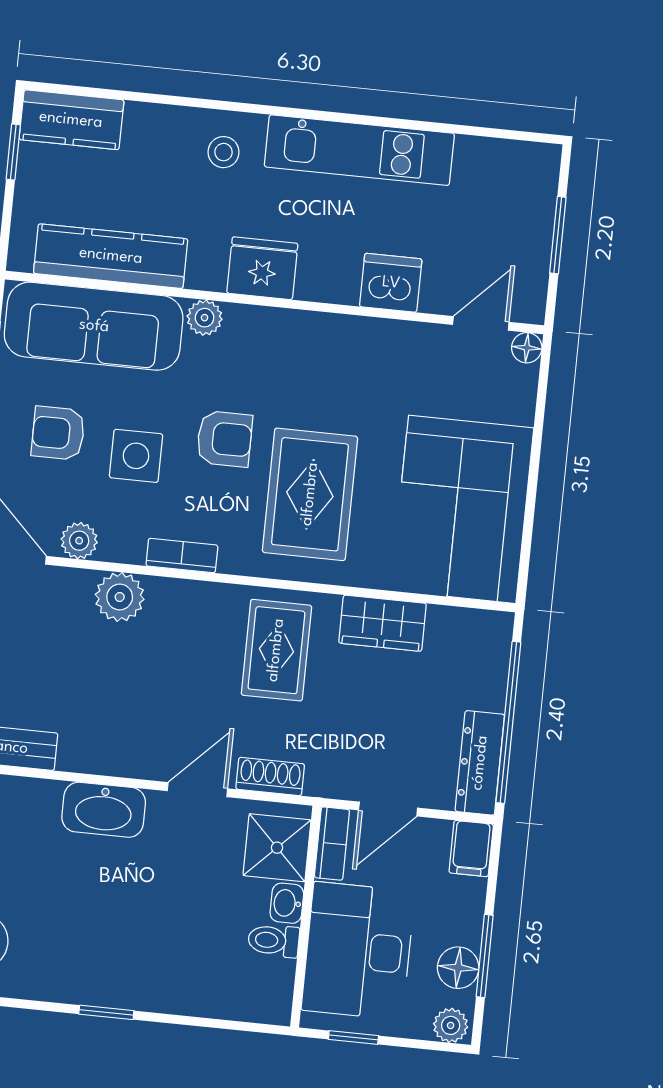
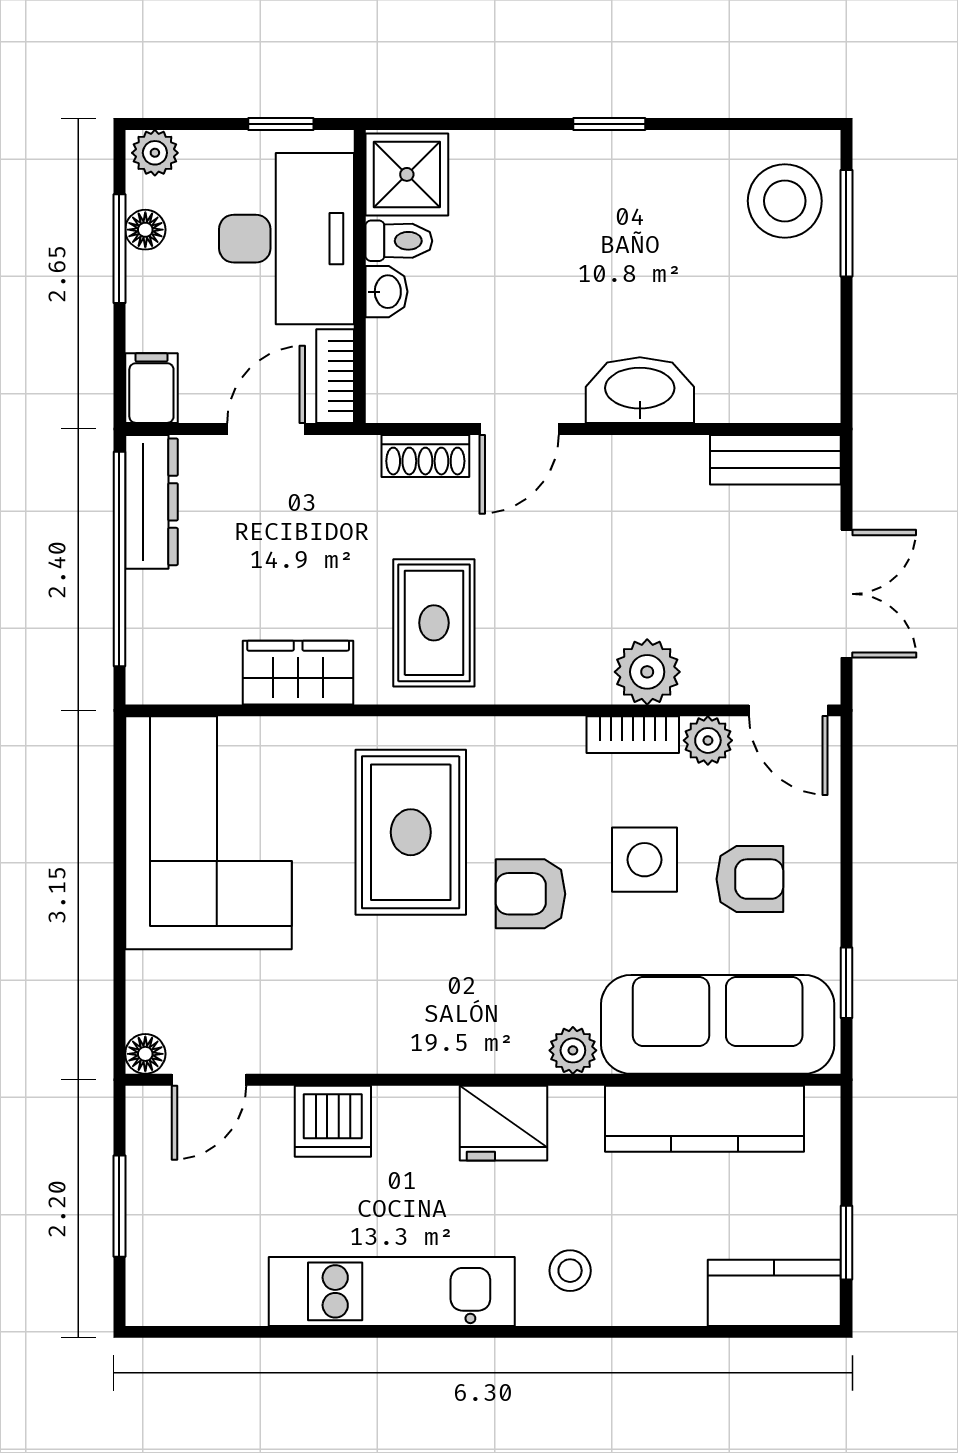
bookcase: (182, 556) -> (633, 735), moved
shower: (277, 848) -> (407, 174), moved
floor lamp: (458, 968) -> (145, 230), width x0.73, depth x0.73

